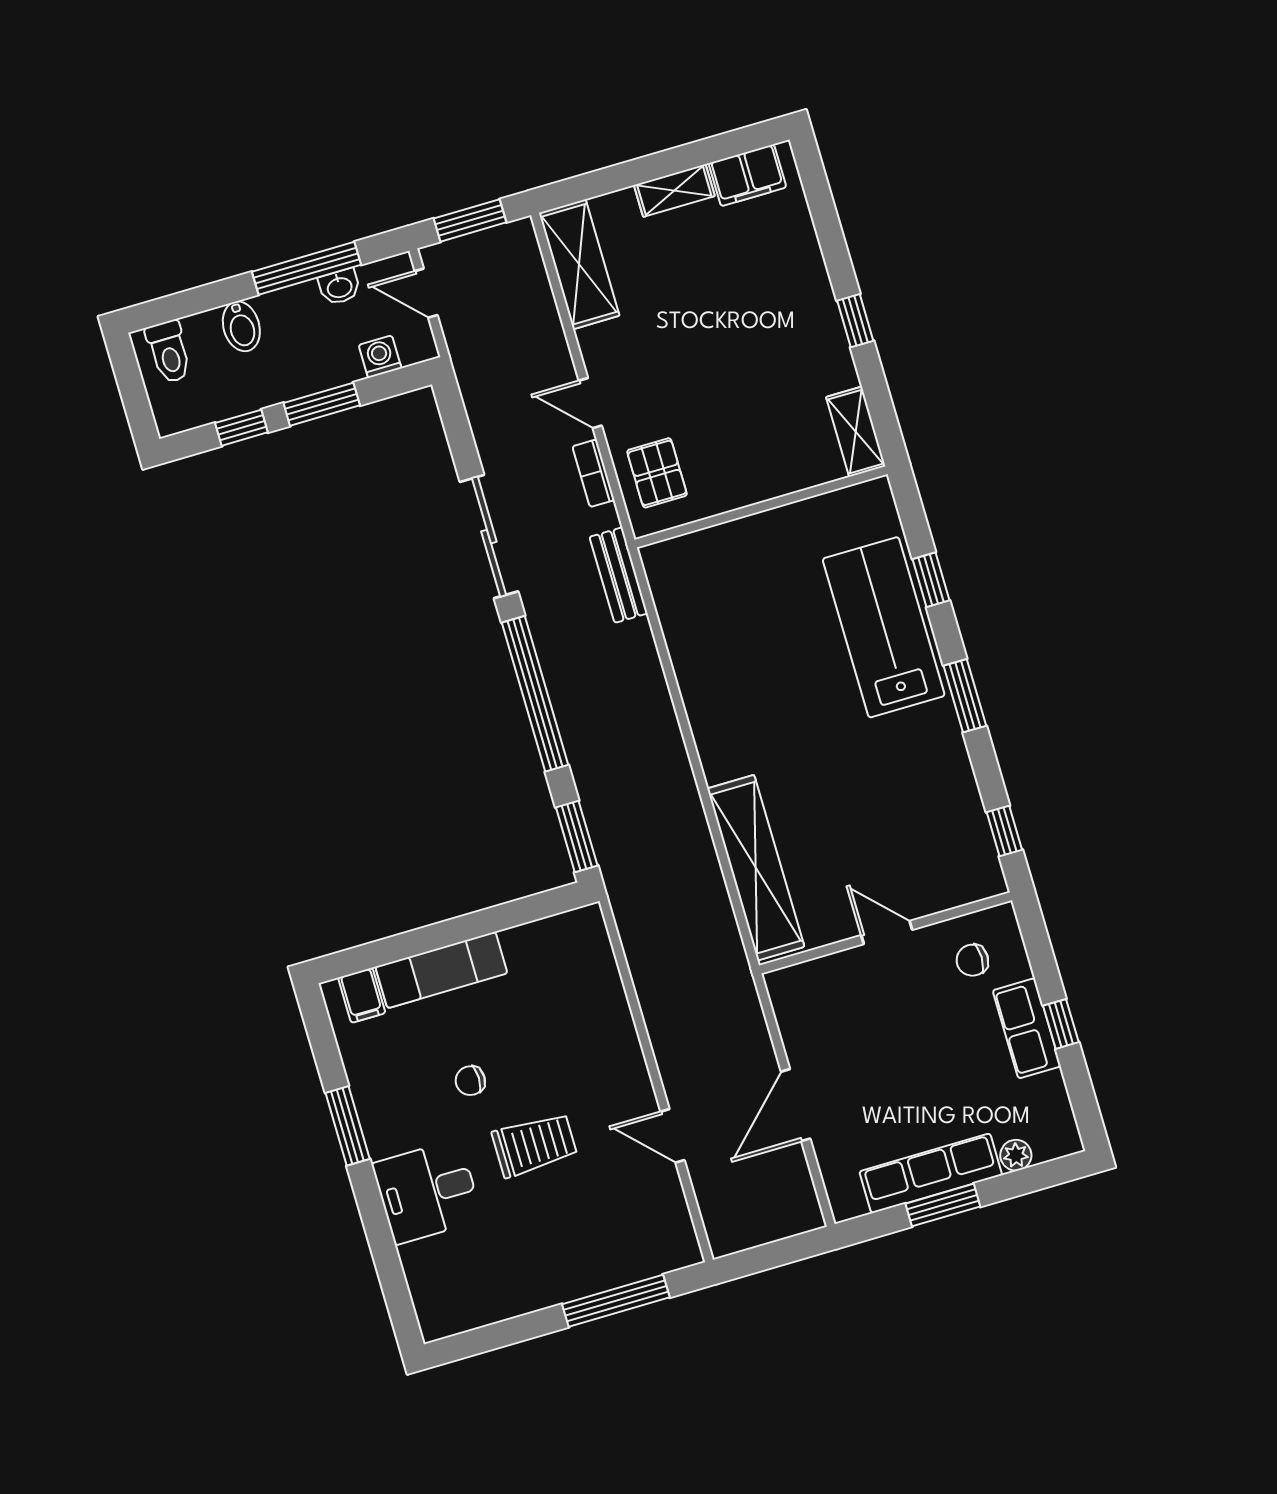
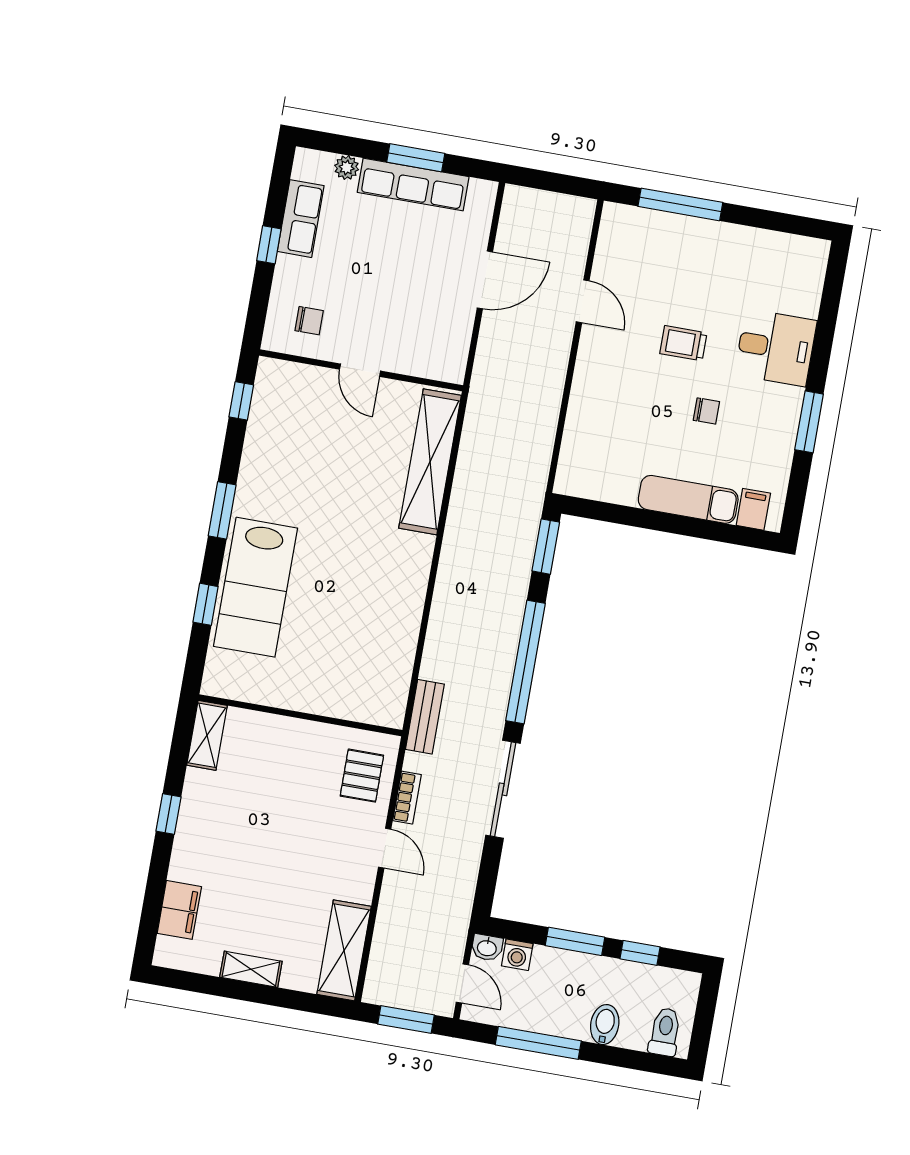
filing cabinet: (747, 175) -> (179, 910), moved, turned 90
washbasin: (339, 287) -> (487, 948), moved, turned 180
row of seats: (1027, 1028) -> (301, 219), moved
trolley: (534, 1145) -> (683, 343), width x0.73, depth x0.72

